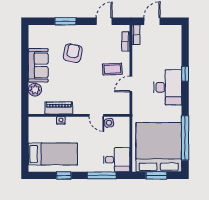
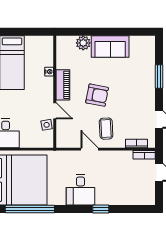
armchair: (73, 53) -> (97, 95), moved
desk: (168, 87) -> (80, 190), width x0.73
piano: (59, 108) -> (63, 85), moved
door: (96, 115) -> (55, 111), swing flipped

